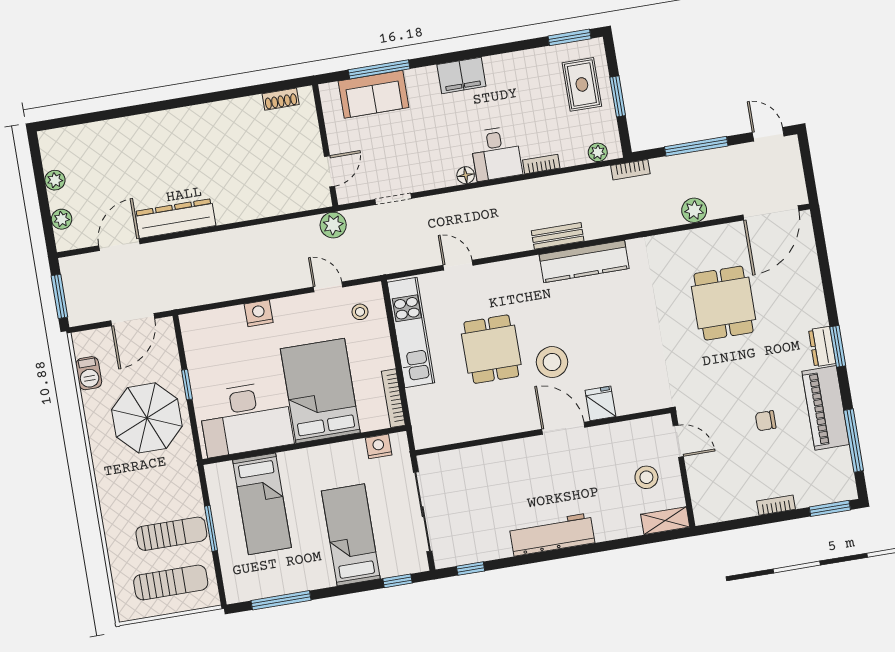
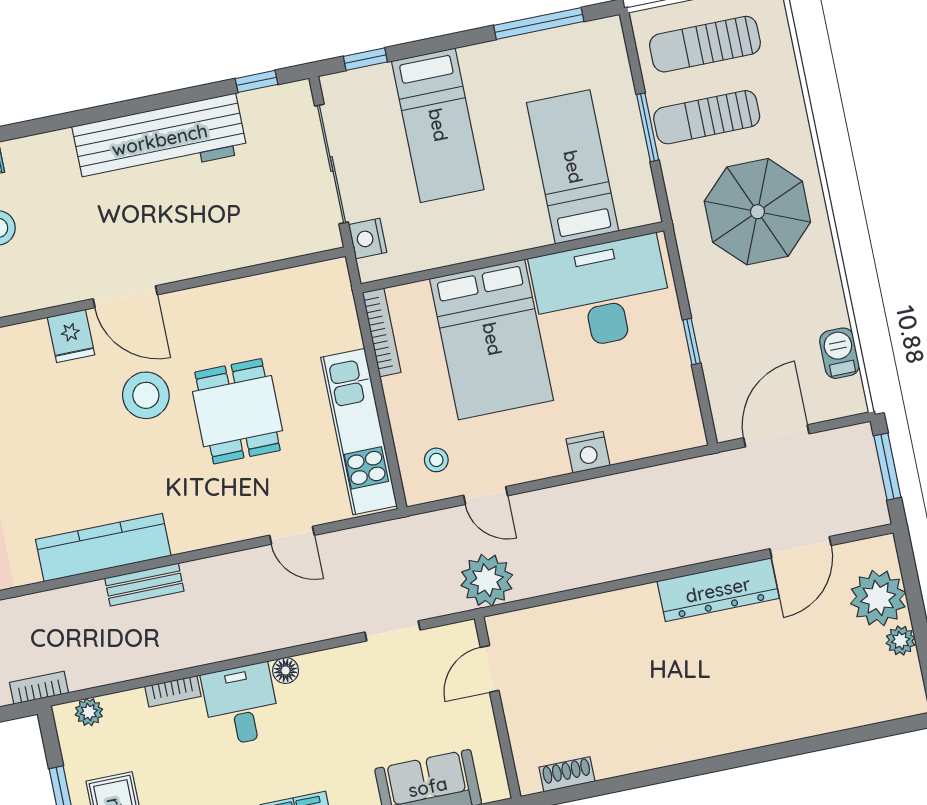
plant: (62, 219) -> (878, 598), width x1.88, depth x1.88
plant: (333, 225) -> (487, 580), width x1.36, depth x1.36
parasol: (147, 418) -> (757, 212), moved
nightstand: (379, 446) -> (368, 238), moved, turned 90
workbench: (552, 535) -> (160, 140), width x1.36, depth x1.32

